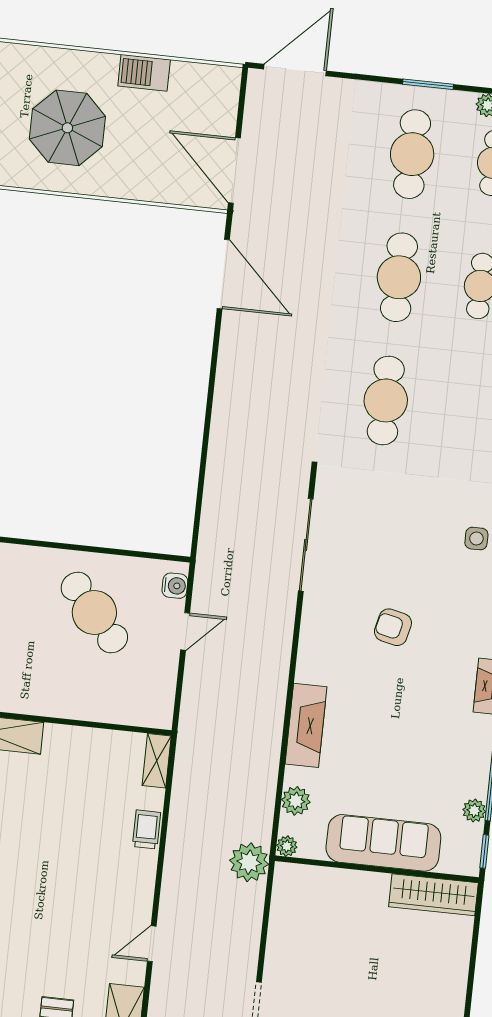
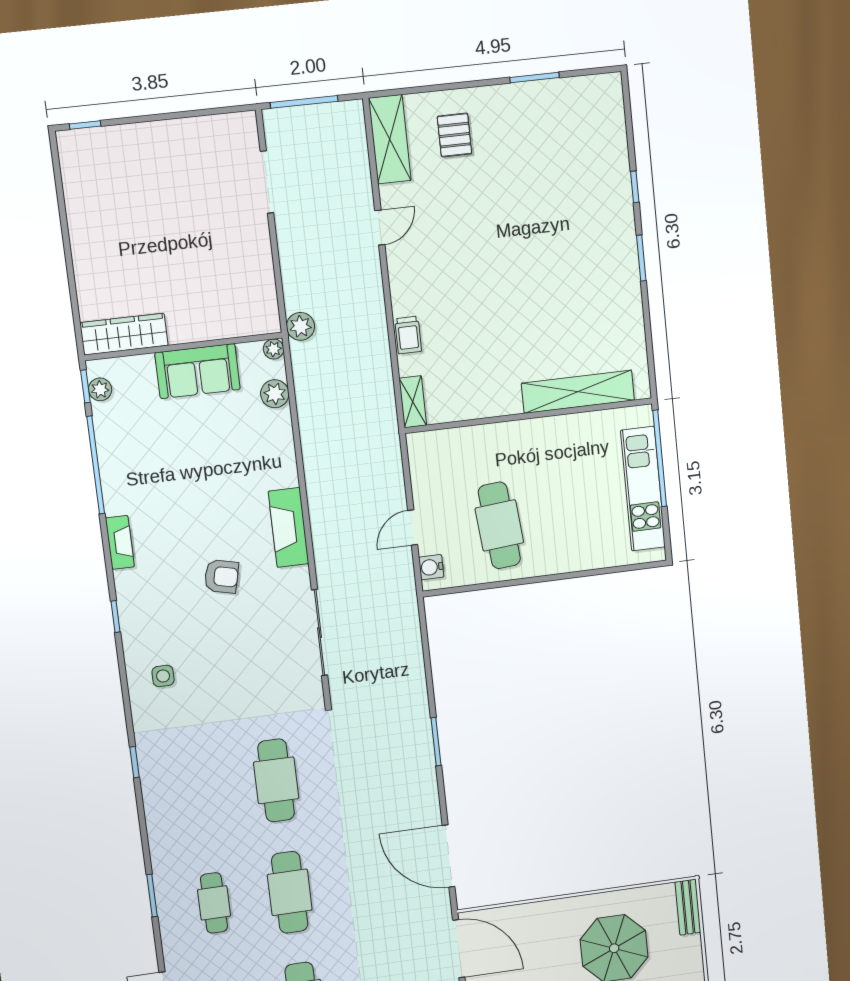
window: (210, 400) -> (436, 742), added
cafe table: (94, 613) -> (499, 525), turned 36
fireplace: (306, 725) -> (289, 527), moved
plant: (474, 811) -> (100, 389), moved
sofa: (383, 843) -> (198, 371), width x0.73
plant: (249, 862) -> (300, 326), width x0.73, depth x0.73

